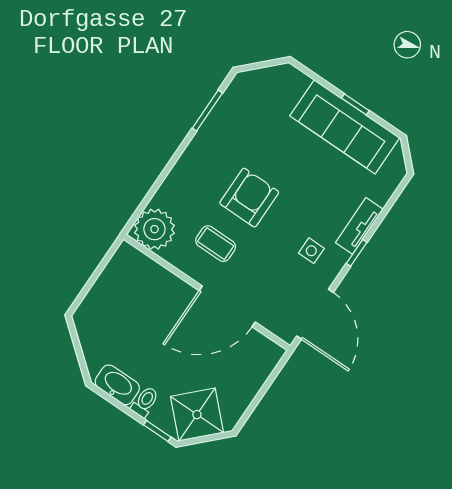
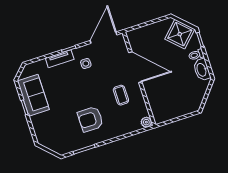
sofa: (345, 127) -> (33, 95), width x0.73
armchair: (249, 198) -> (90, 119), moved
plant: (154, 229) -> (146, 122), width x0.53, depth x0.53

